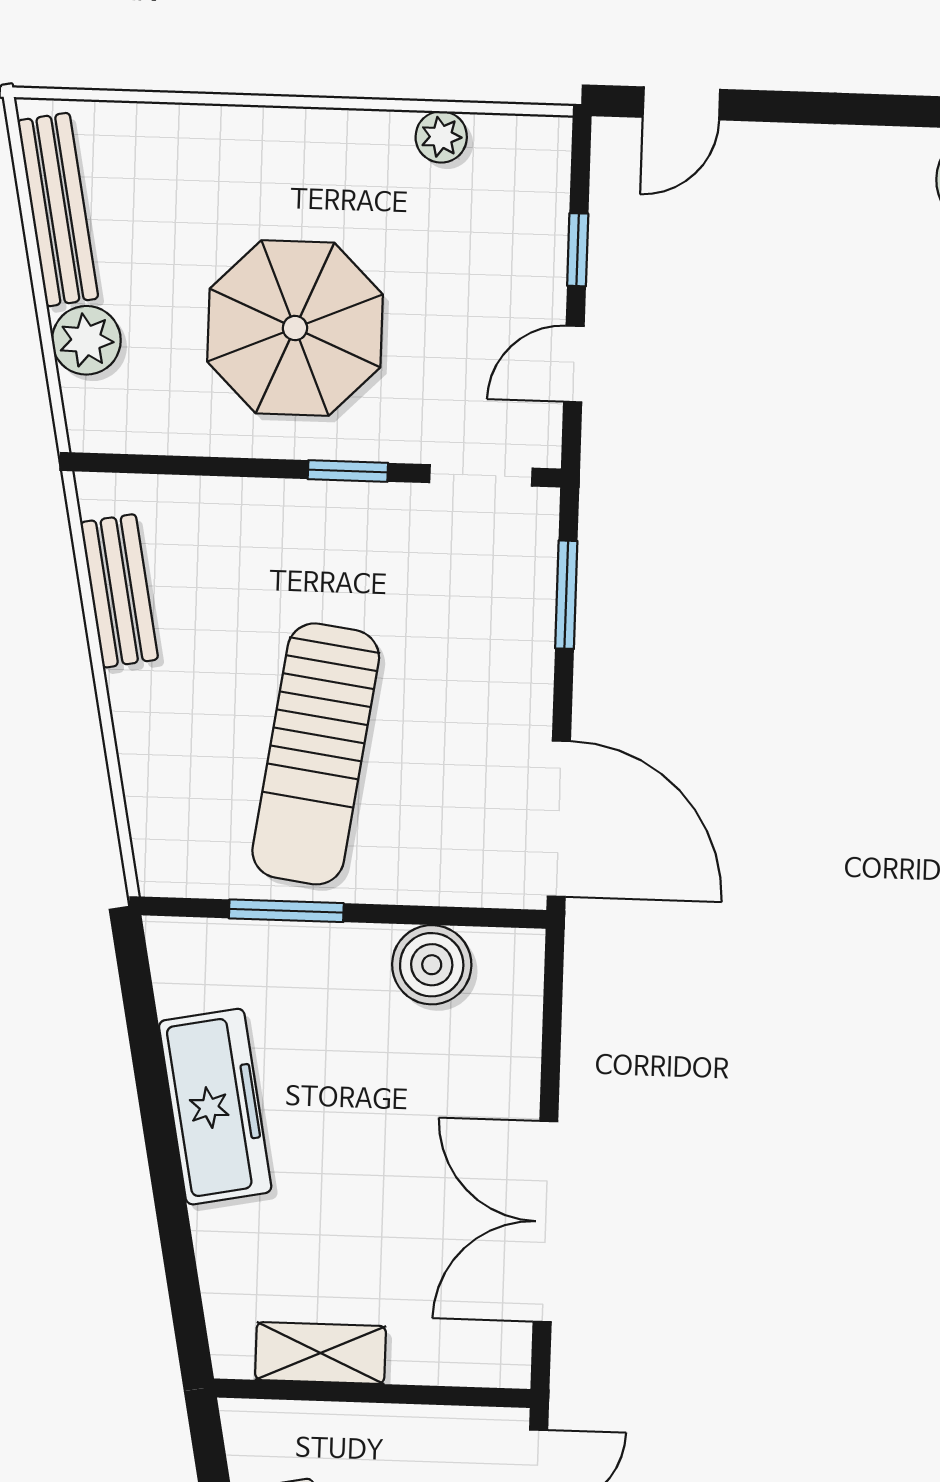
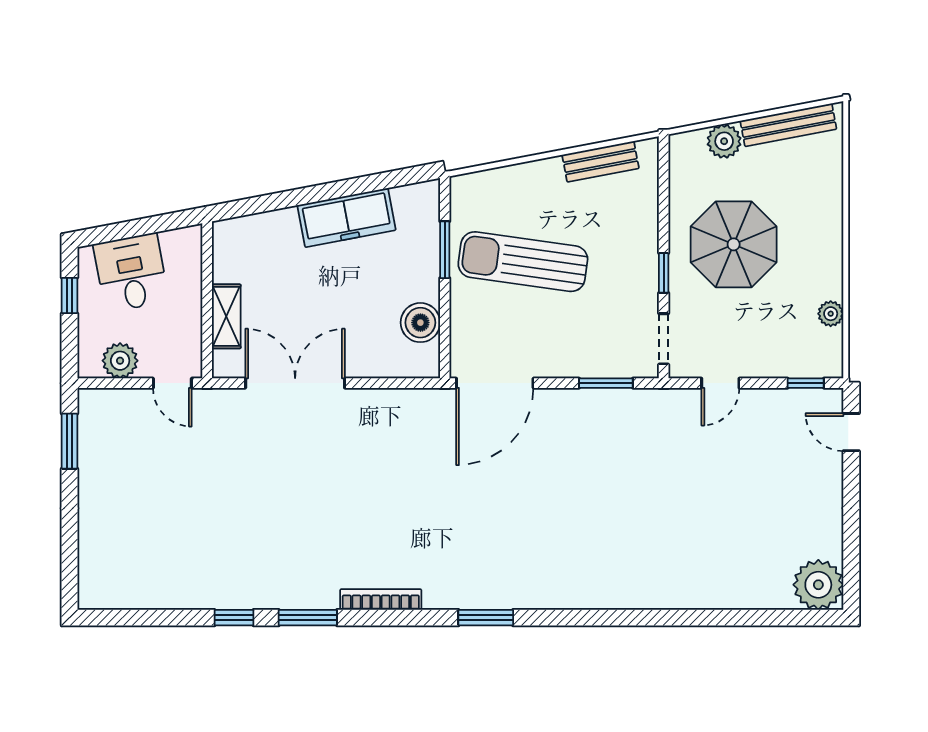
window: (578, 250) -> (806, 383), moved
door: (574, 364) -> (720, 383), swing flipped
shelving: (320, 1353) -> (226, 316), moved

